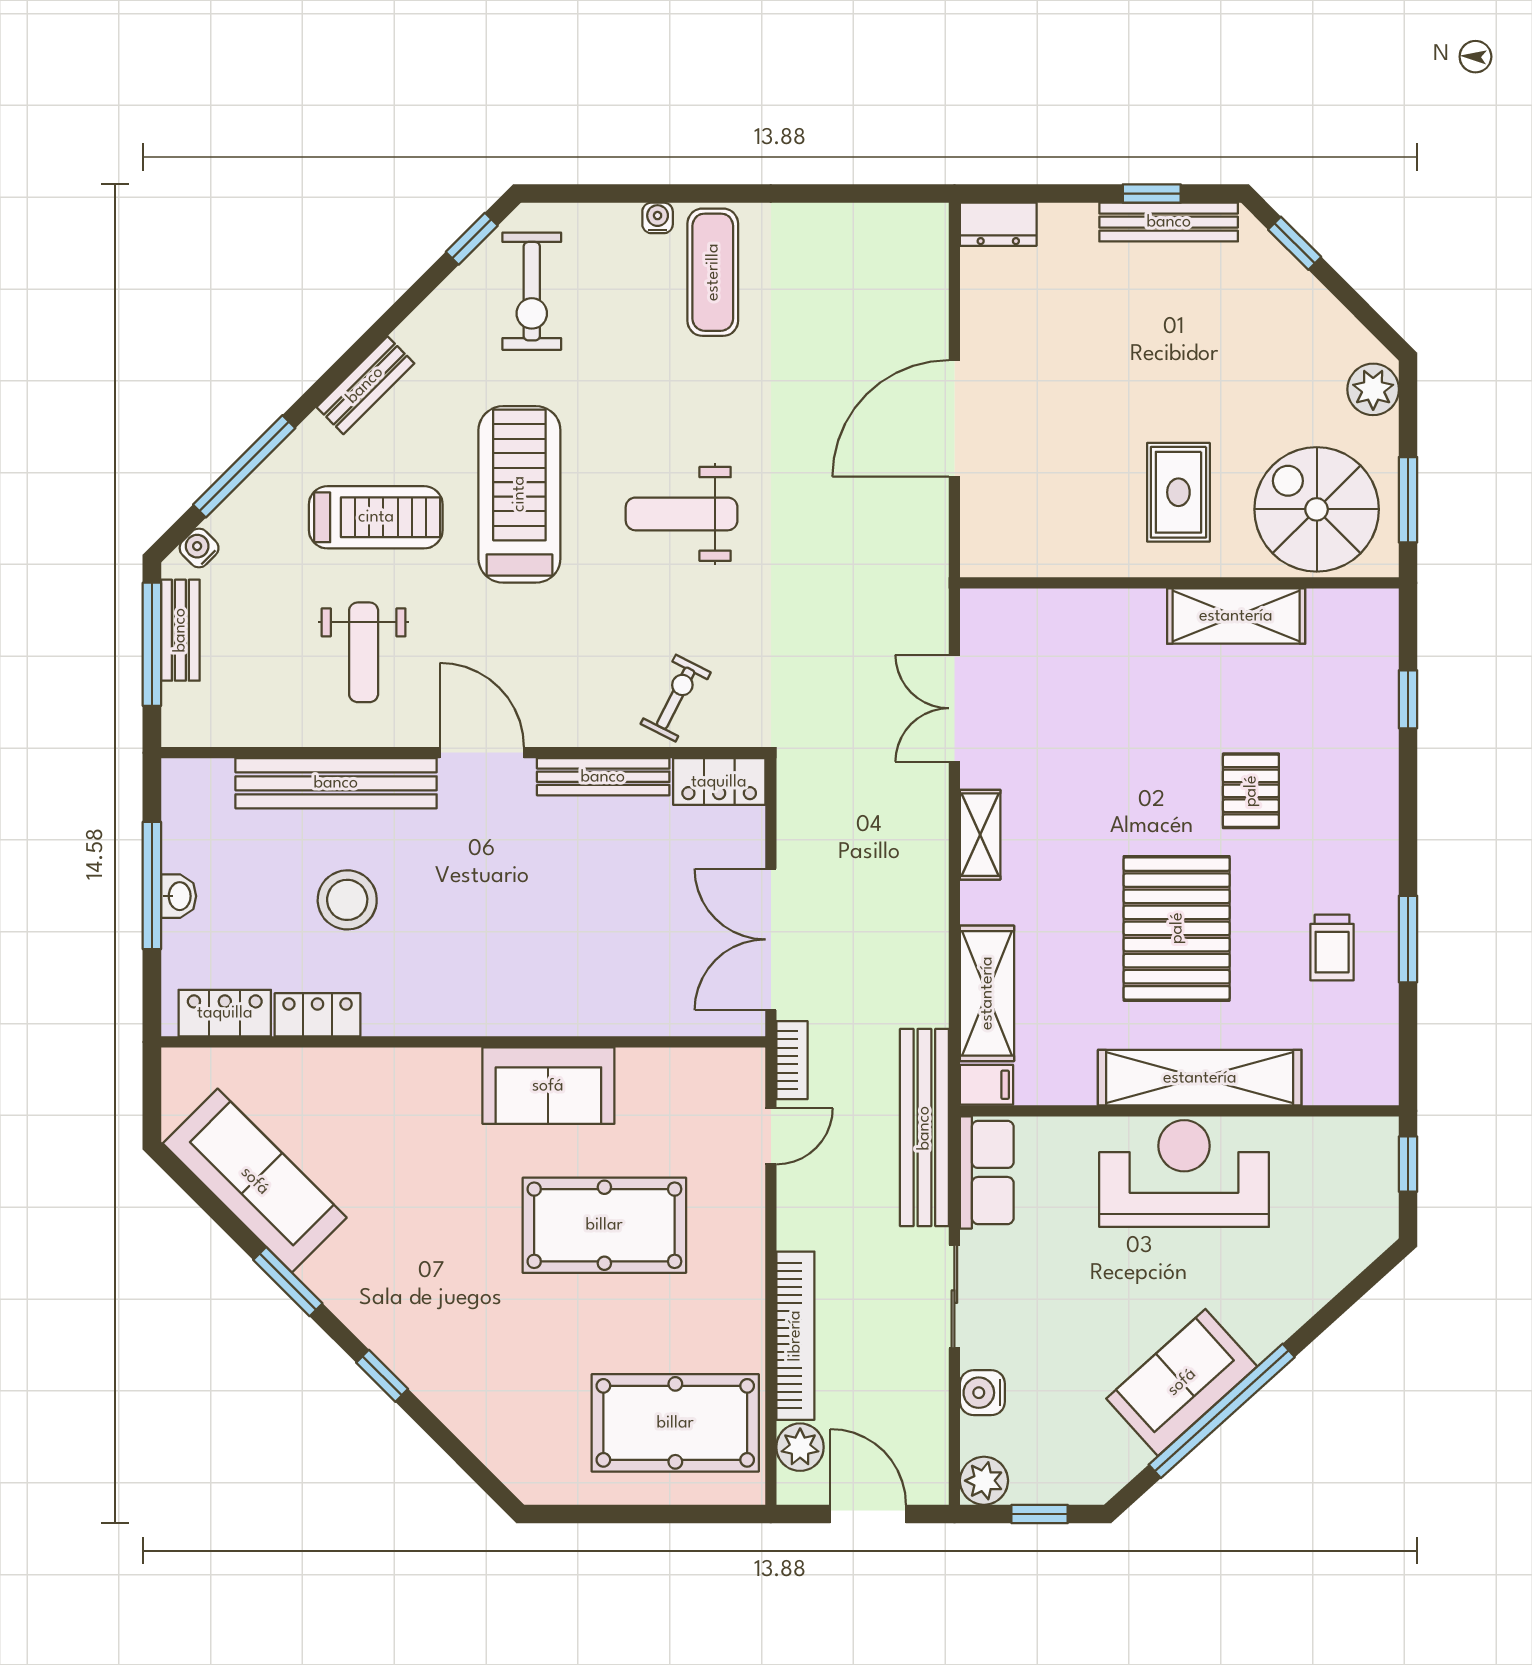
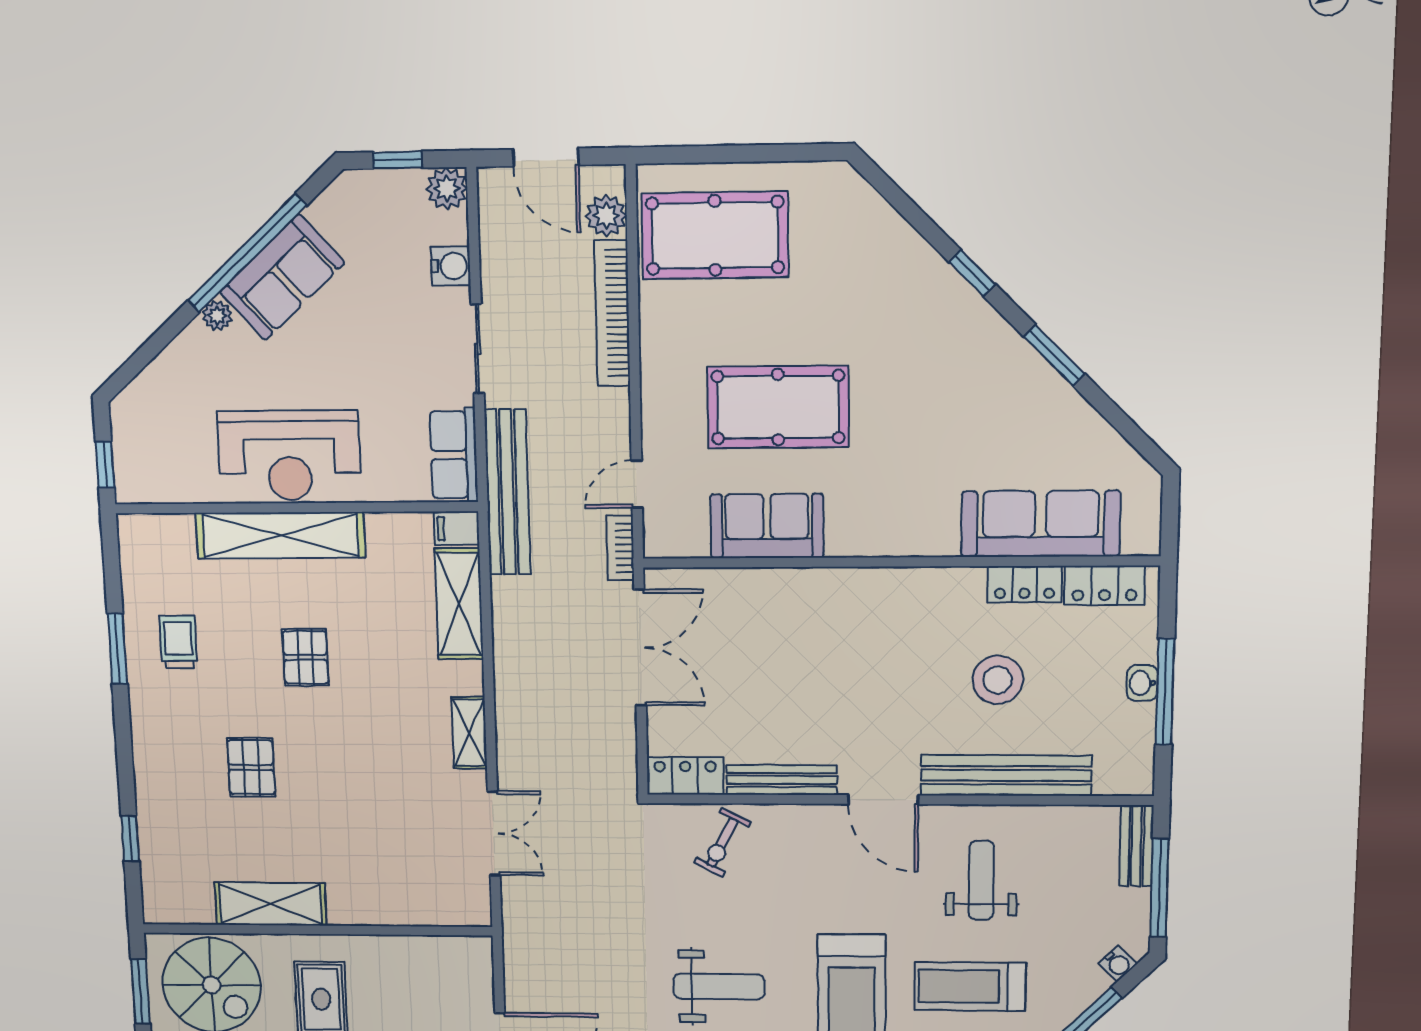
bench: (180, 630) -> (1136, 846), moved
pallet: (1177, 928) -> (305, 657), width x0.49, depth x0.50
sofa: (548, 1086) -> (767, 526), moved
sofa: (255, 1181) -> (1041, 524), moved, turned 135
plant: (1261, 1339) -> (217, 316), added

